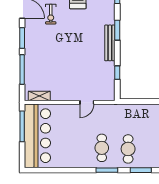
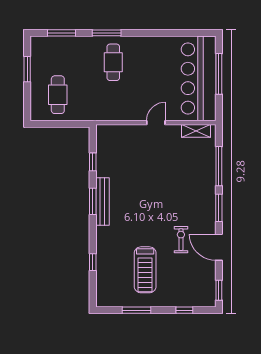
window: (117, 30) -> (93, 201), moved
door: (87, 102) -> (156, 123), moved
window: (22, 126) -> (219, 74), moved
cafe table: (128, 149) -> (58, 95), moved

